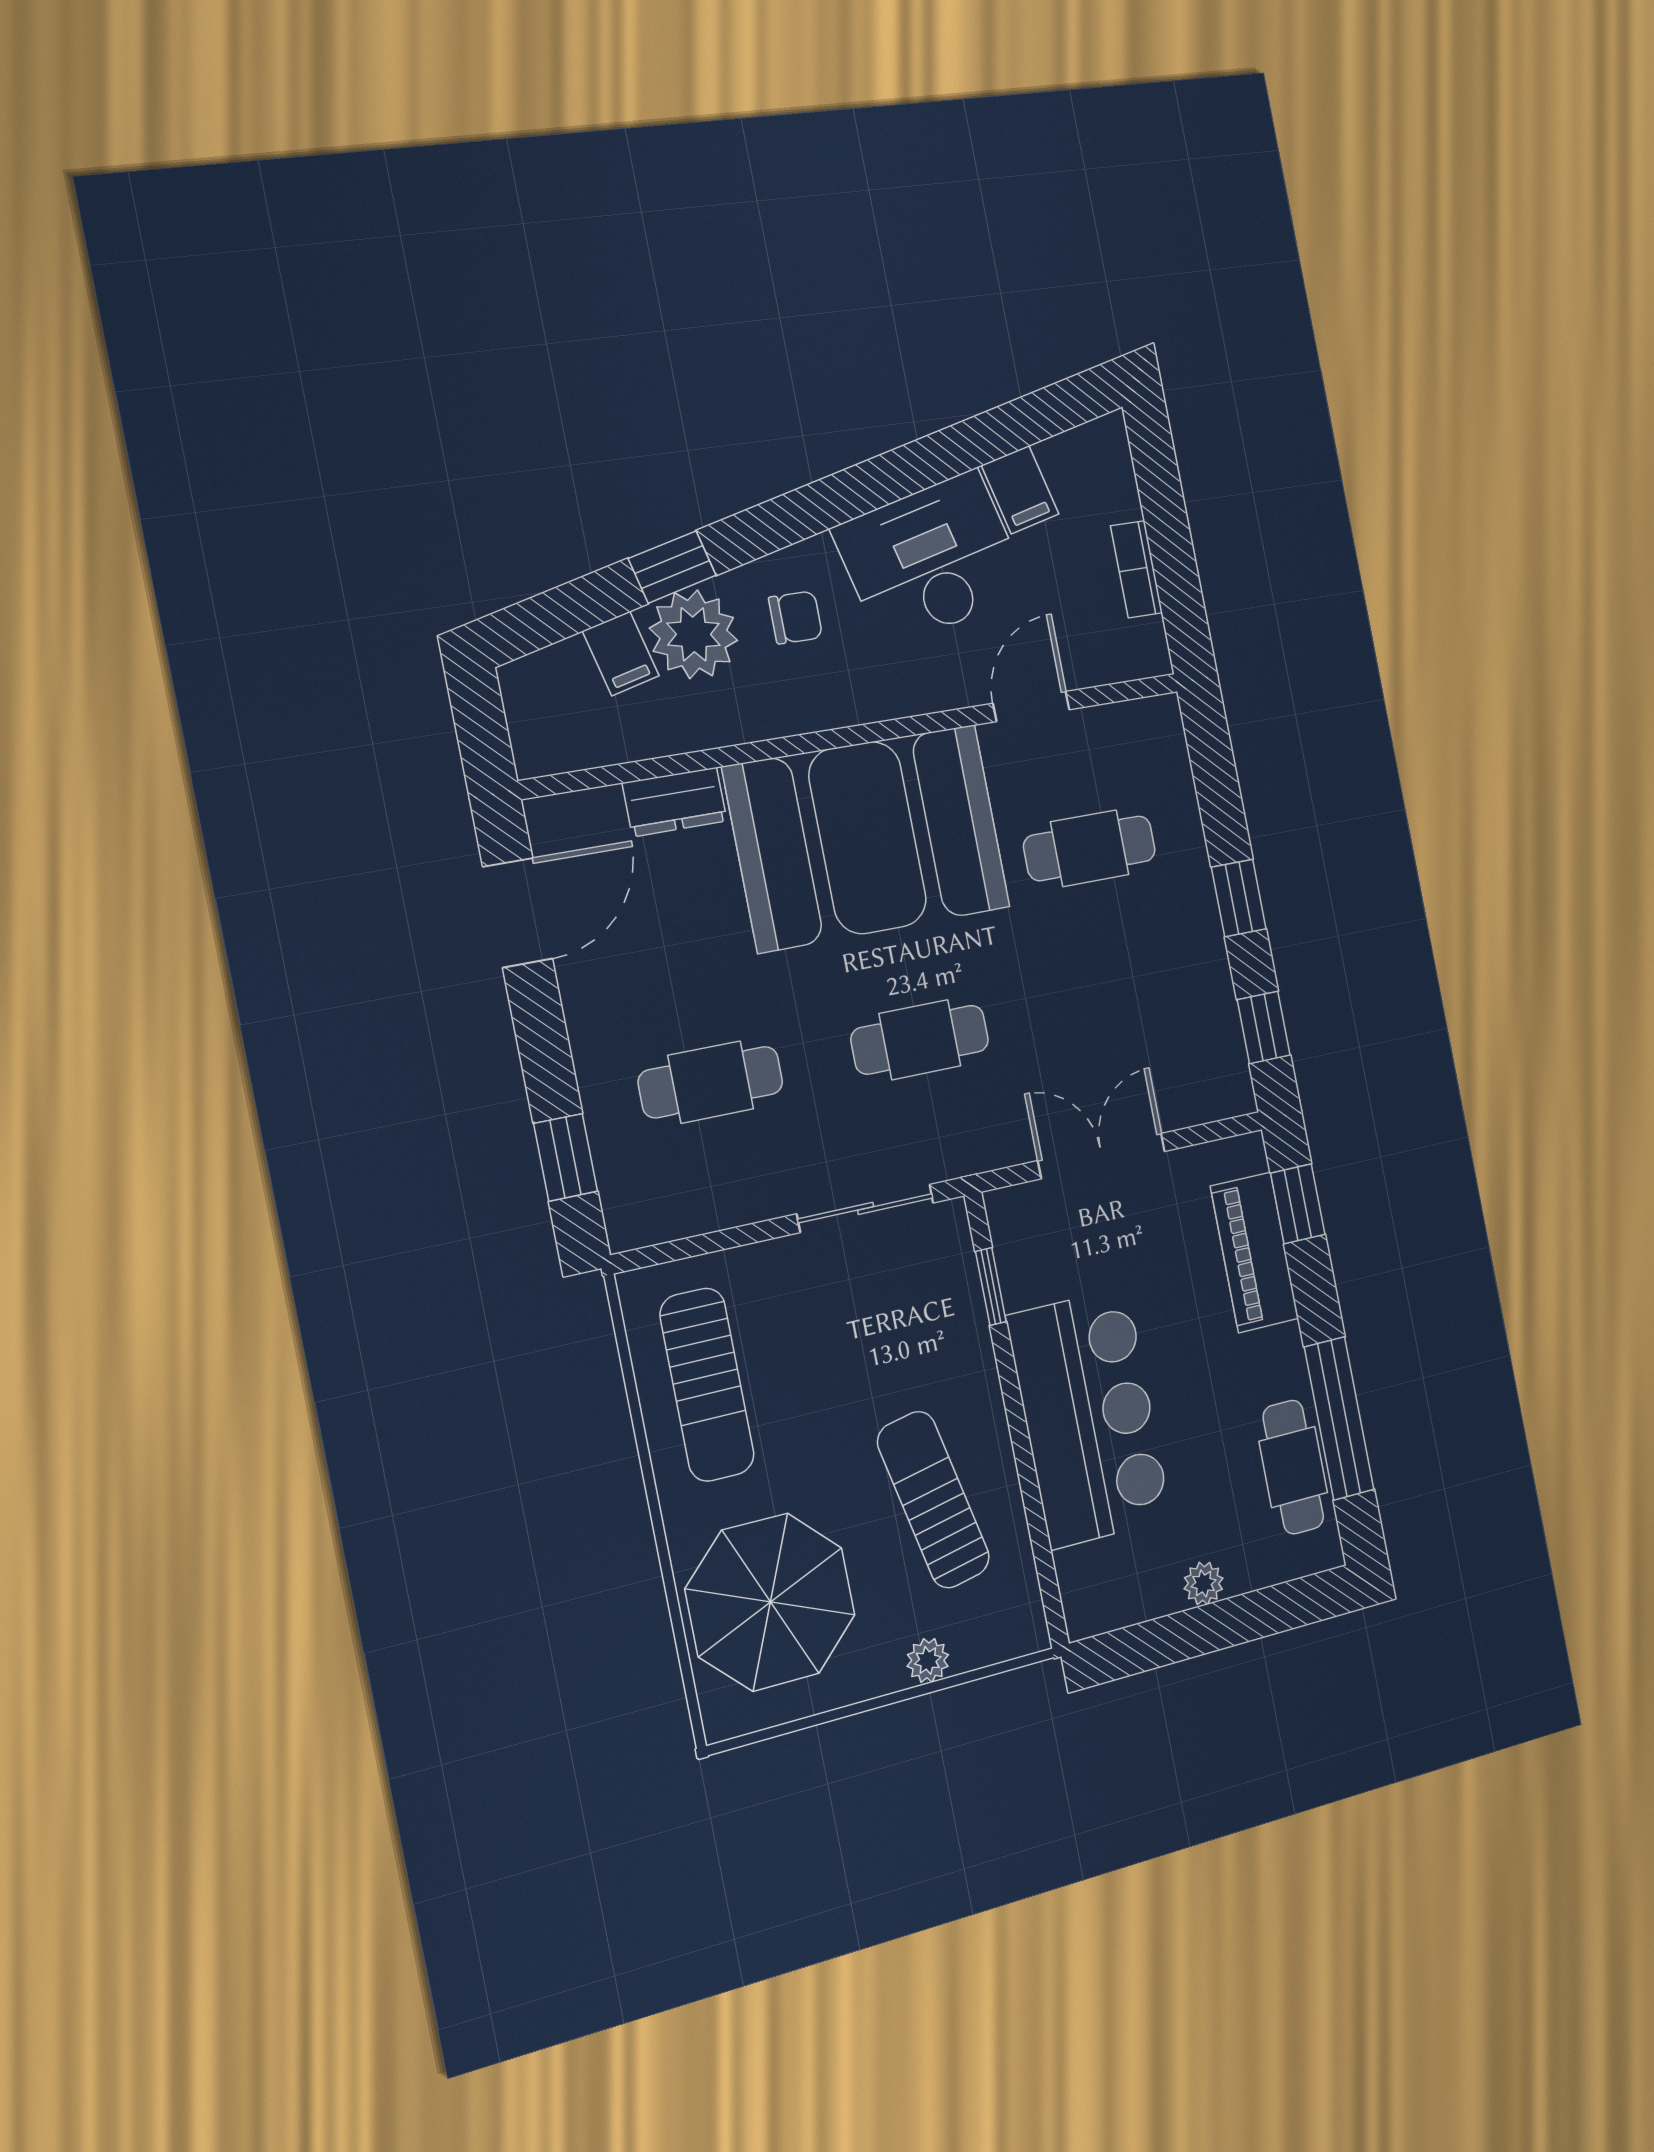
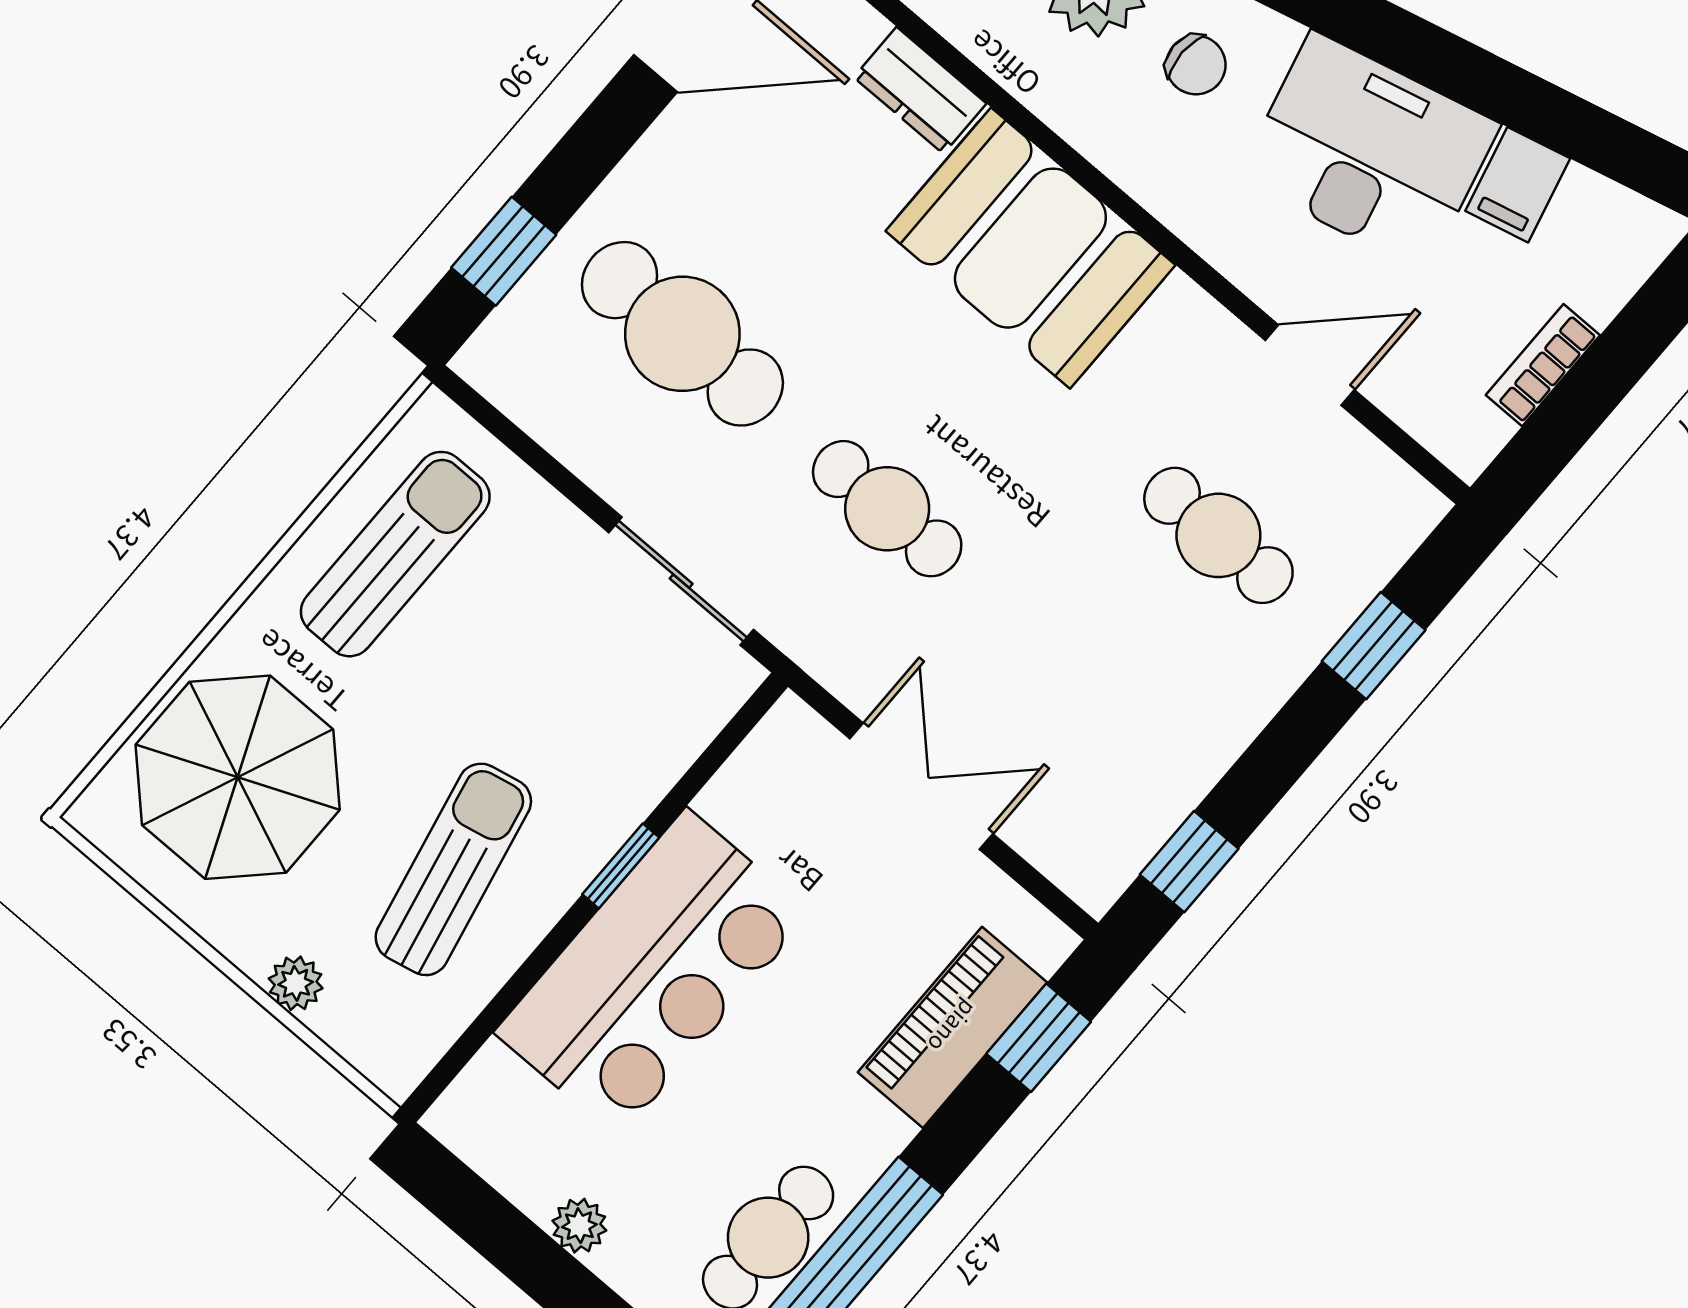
booth: (868, 838) -> (1030, 248), width x0.73, depth x0.70
window: (1239, 898) -> (1374, 646), moved
cafe table: (711, 1082) -> (682, 334), width x1.37, depth x1.35
window: (991, 1286) -> (621, 866), moved
sun lounger: (707, 1385) -> (395, 554), turned 180

